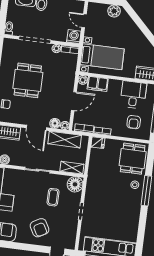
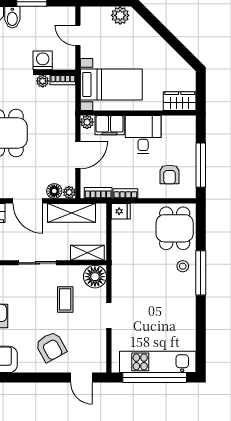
washing machine: (74, 37) -> (43, 60), moved
desk: (133, 95) -> (143, 135), moved

